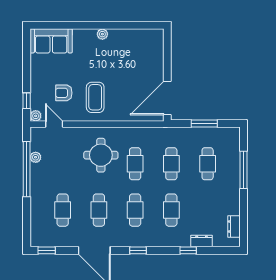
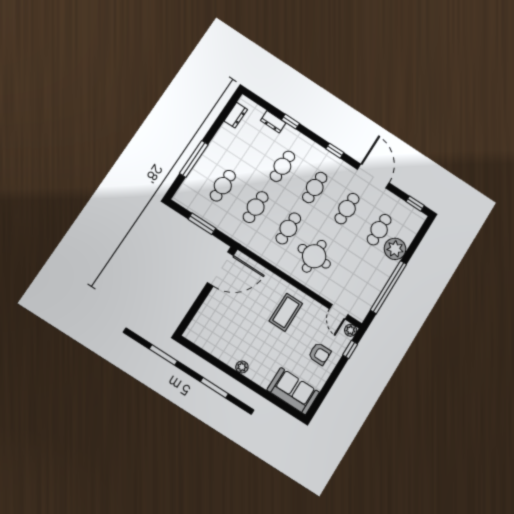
armchair: (64, 93) -> (320, 354), moved
plant: (36, 157) -> (395, 249), moved, width x1.87, depth x1.87

